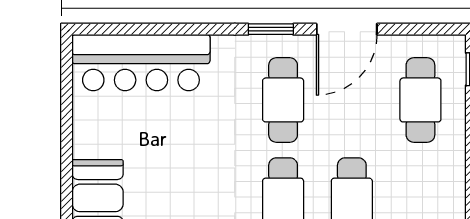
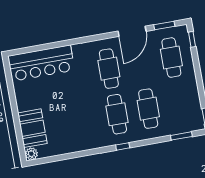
window: (271, 29) -> (164, 26), moved

